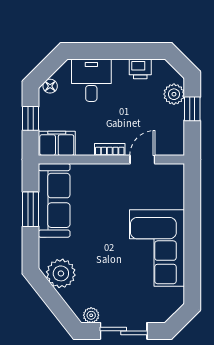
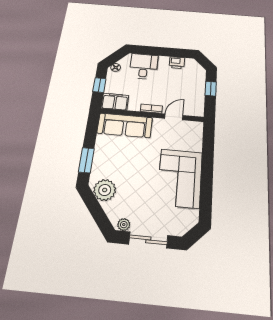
plant: (174, 94) -> (199, 79), removed
sofa: (54, 200) -> (125, 125), moved, turned 90
window: (31, 209) -> (86, 160), moved

